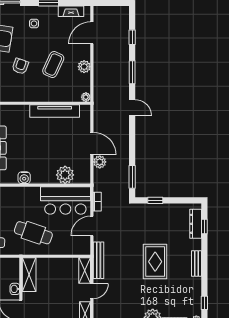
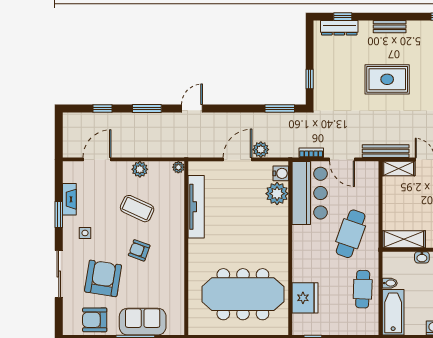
fireplace: (71, 11) -> (69, 199), moved
door: (92, 33) -> (97, 159), swing flipped
water cooler: (24, 178) -> (281, 173), moved

